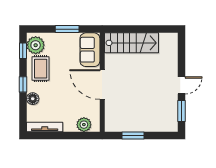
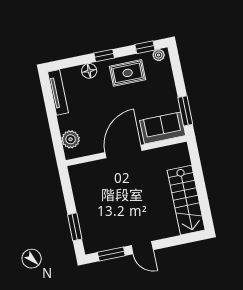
window: (67, 29) -> (185, 111), moved
stairs: (132, 43) -> (186, 200), moved
plant: (36, 45) -> (159, 55), width x0.53, depth x0.53
window: (133, 136) -> (75, 227), moved

